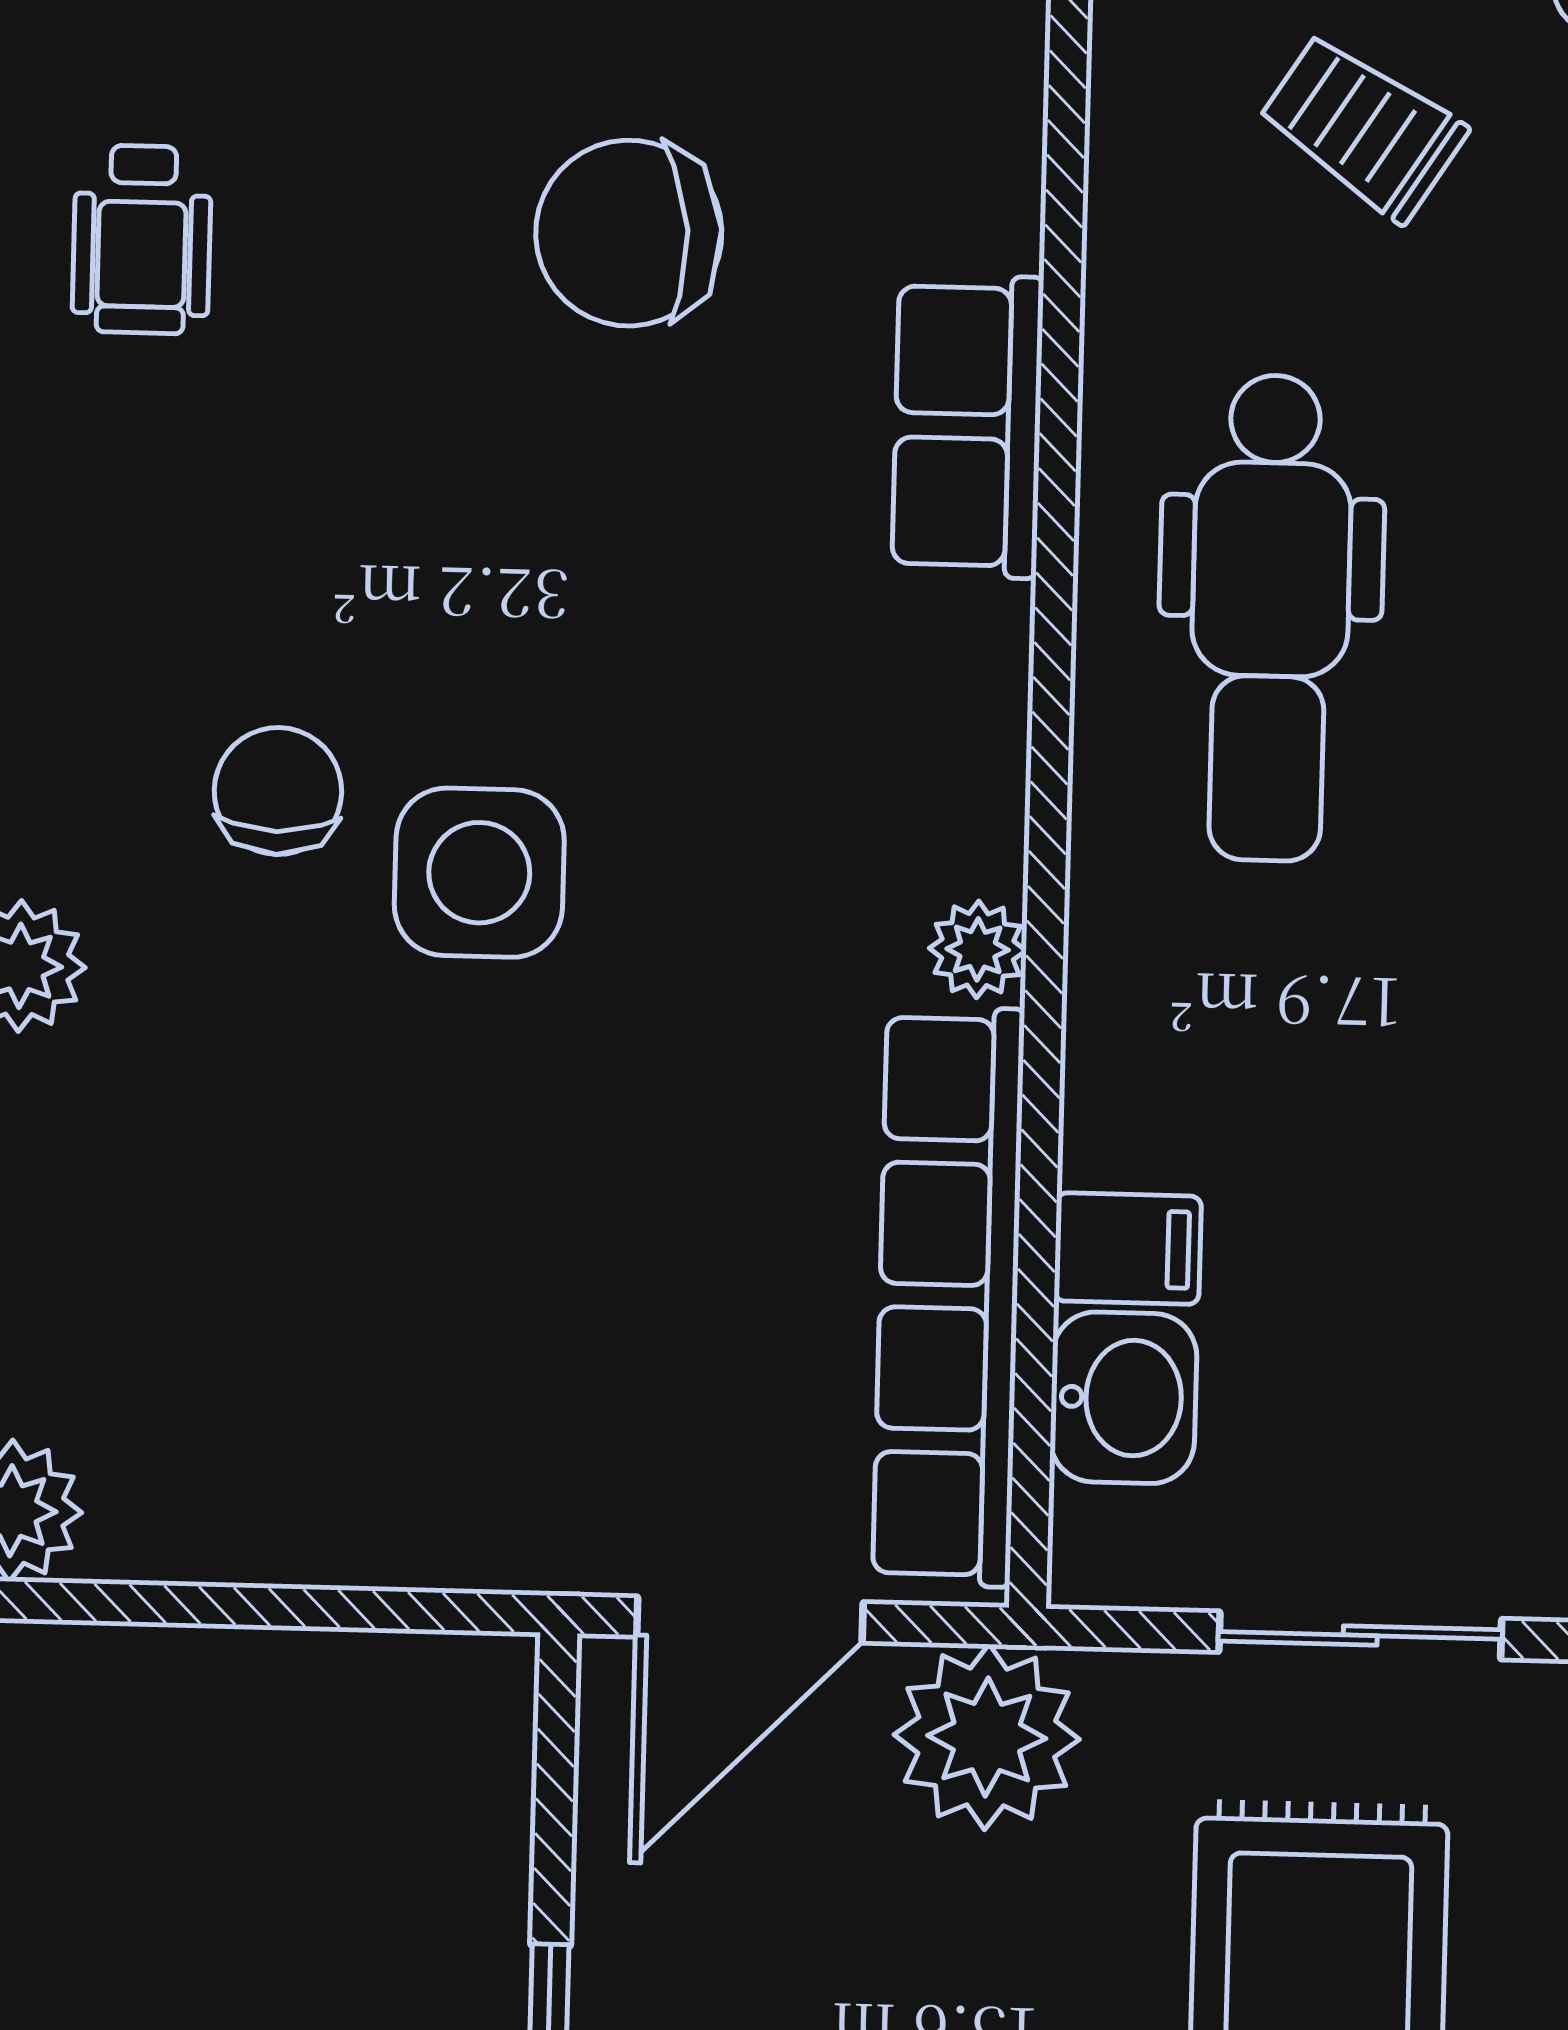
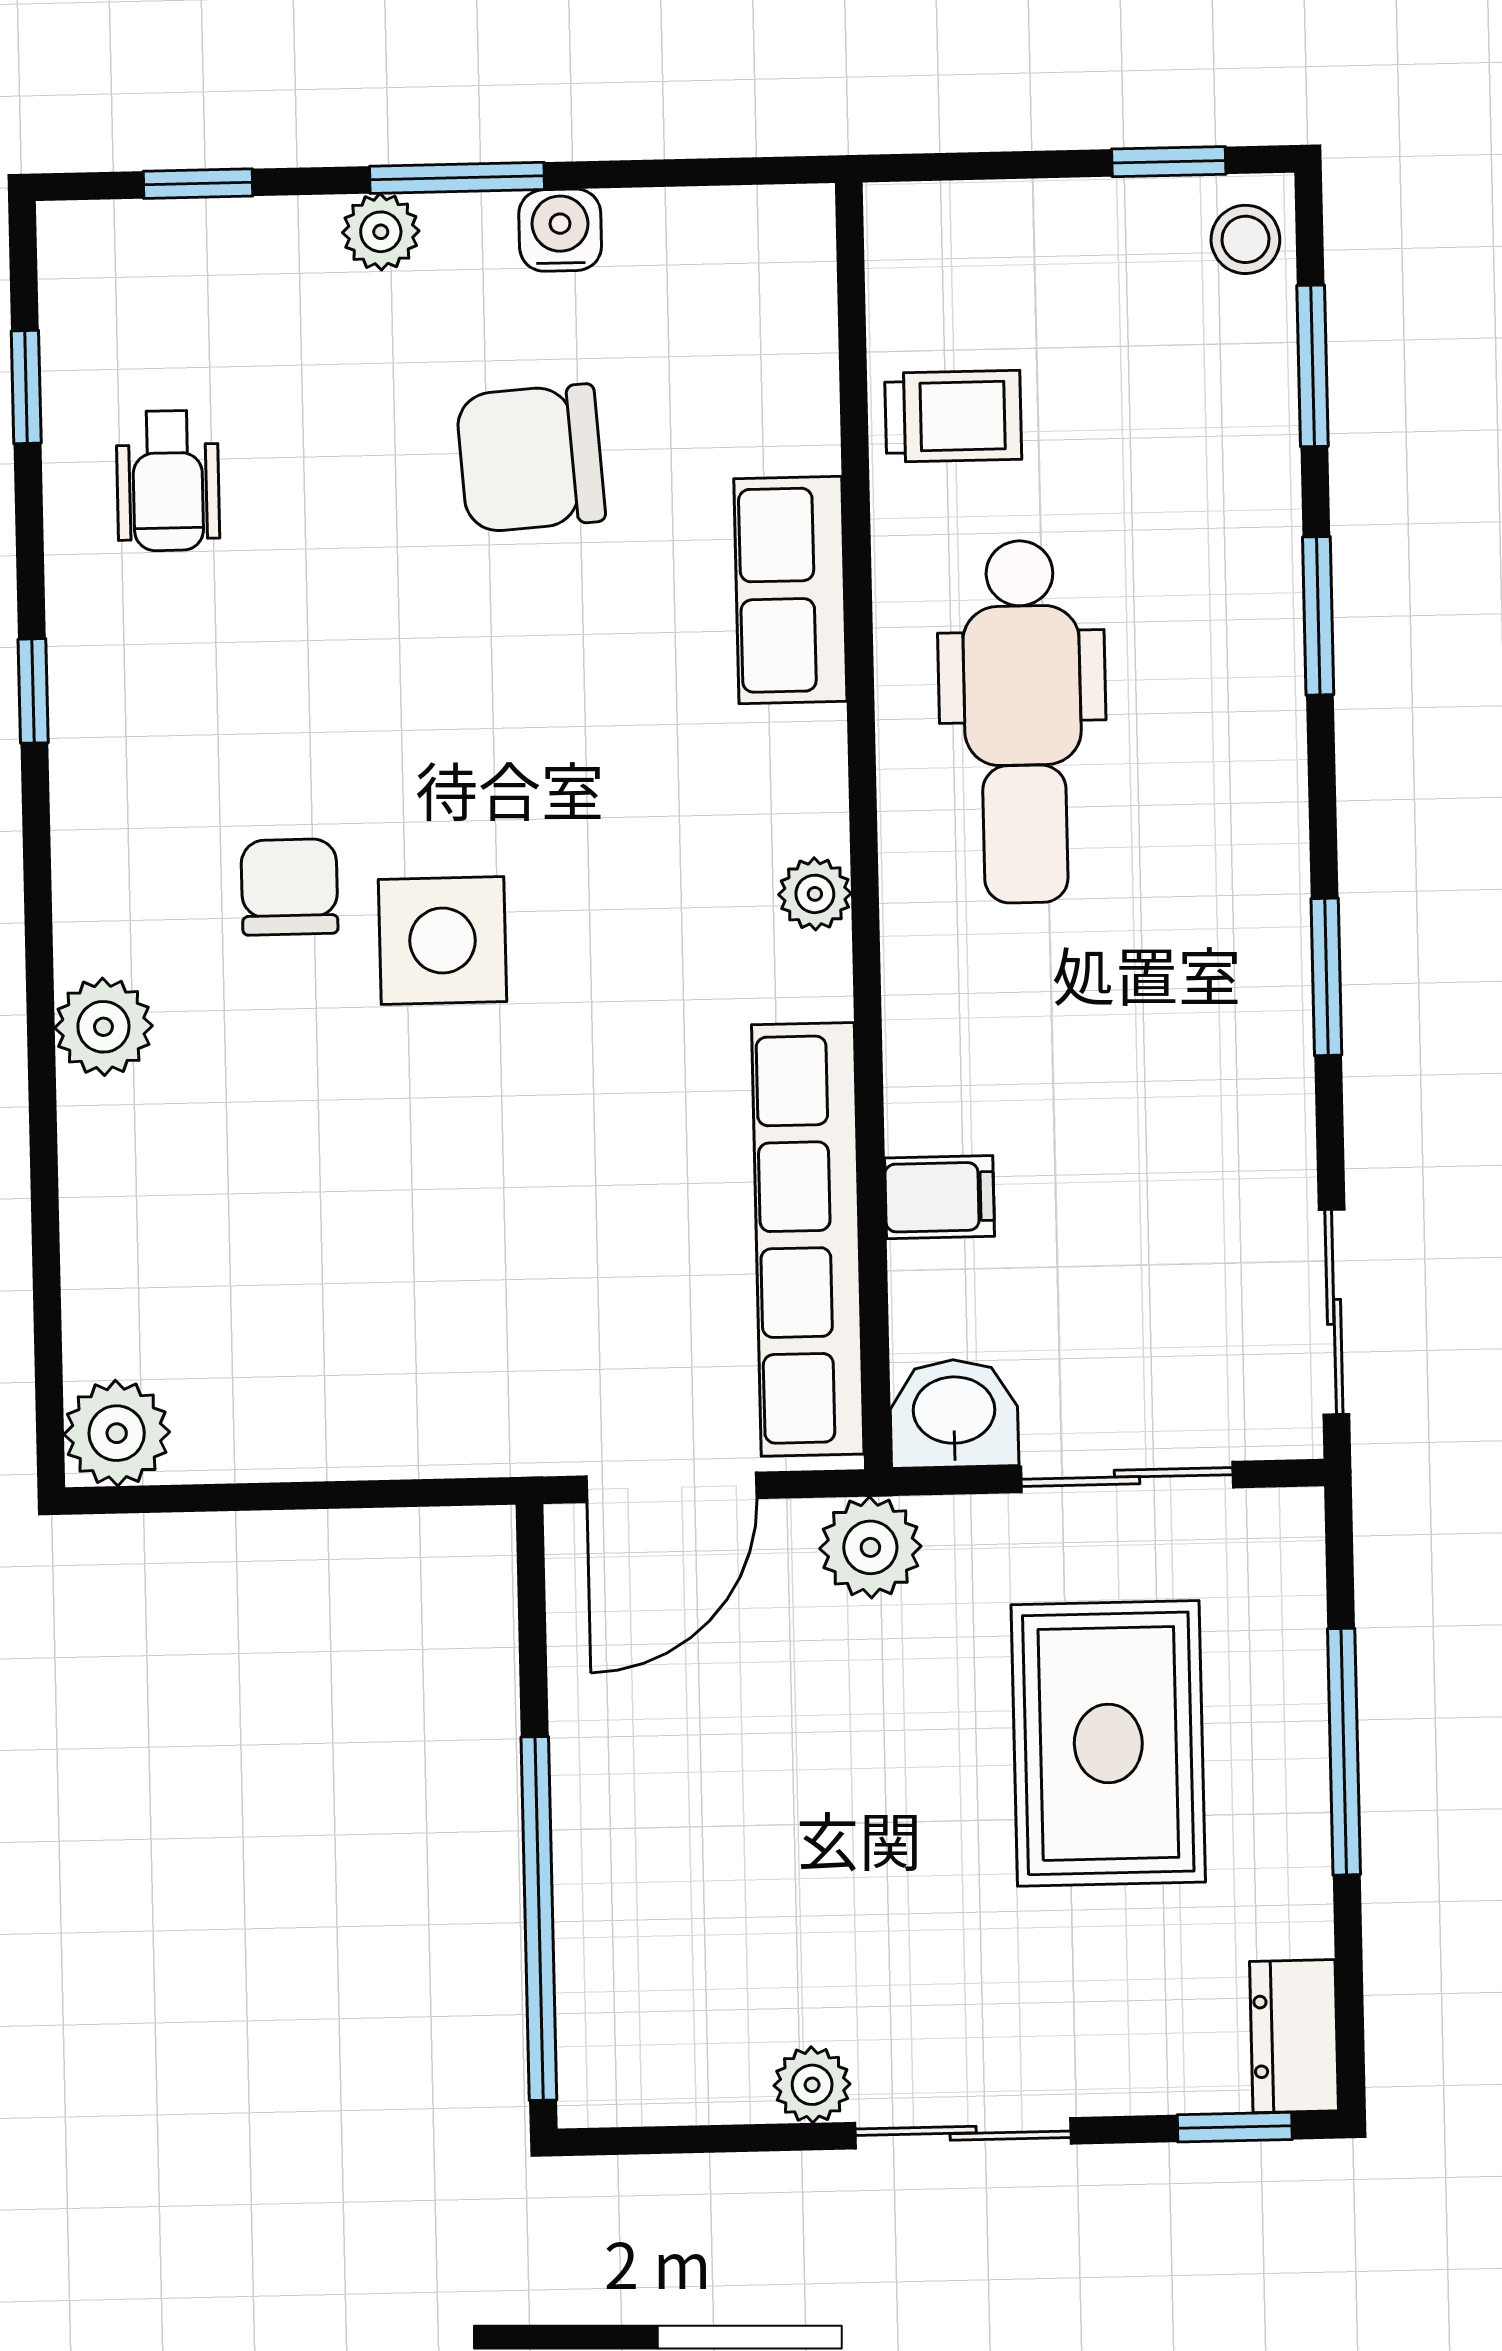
trolley: (1363, 127) -> (953, 416), moved, turned 147
plant: (978, 949) -> (815, 894), moved
washbasin: (1124, 1398) -> (954, 1413), moved, turned -90
plant: (987, 1737) -> (870, 1547), width x0.73, depth x0.73

